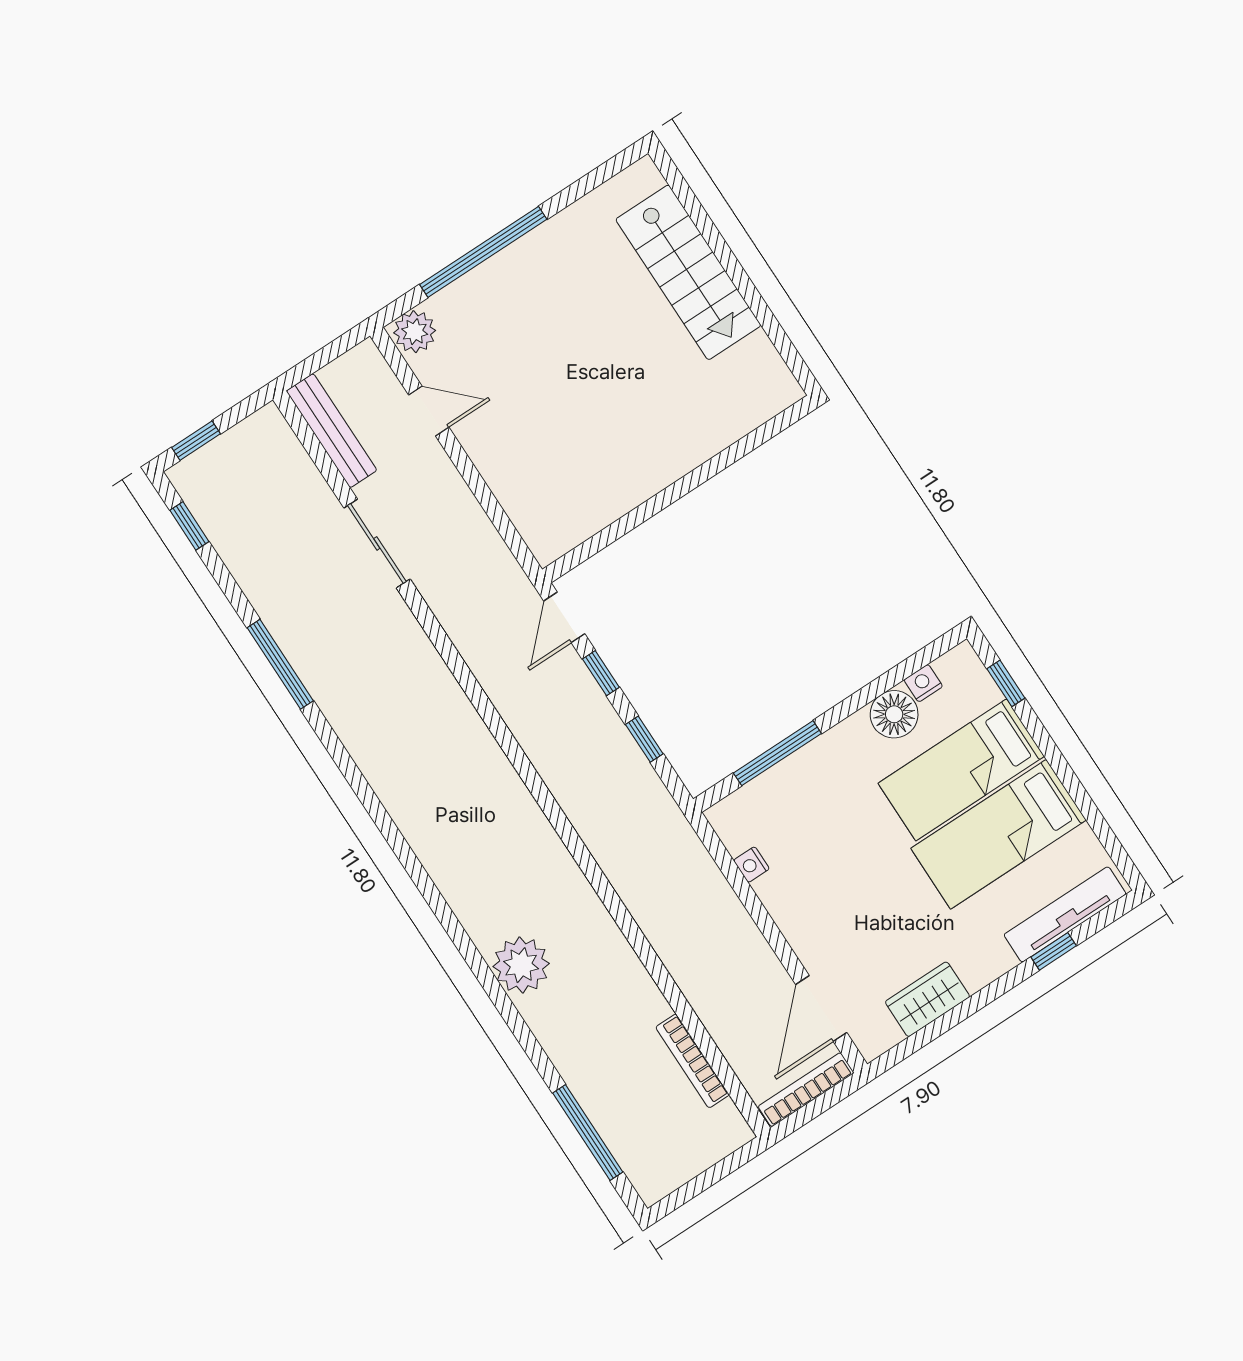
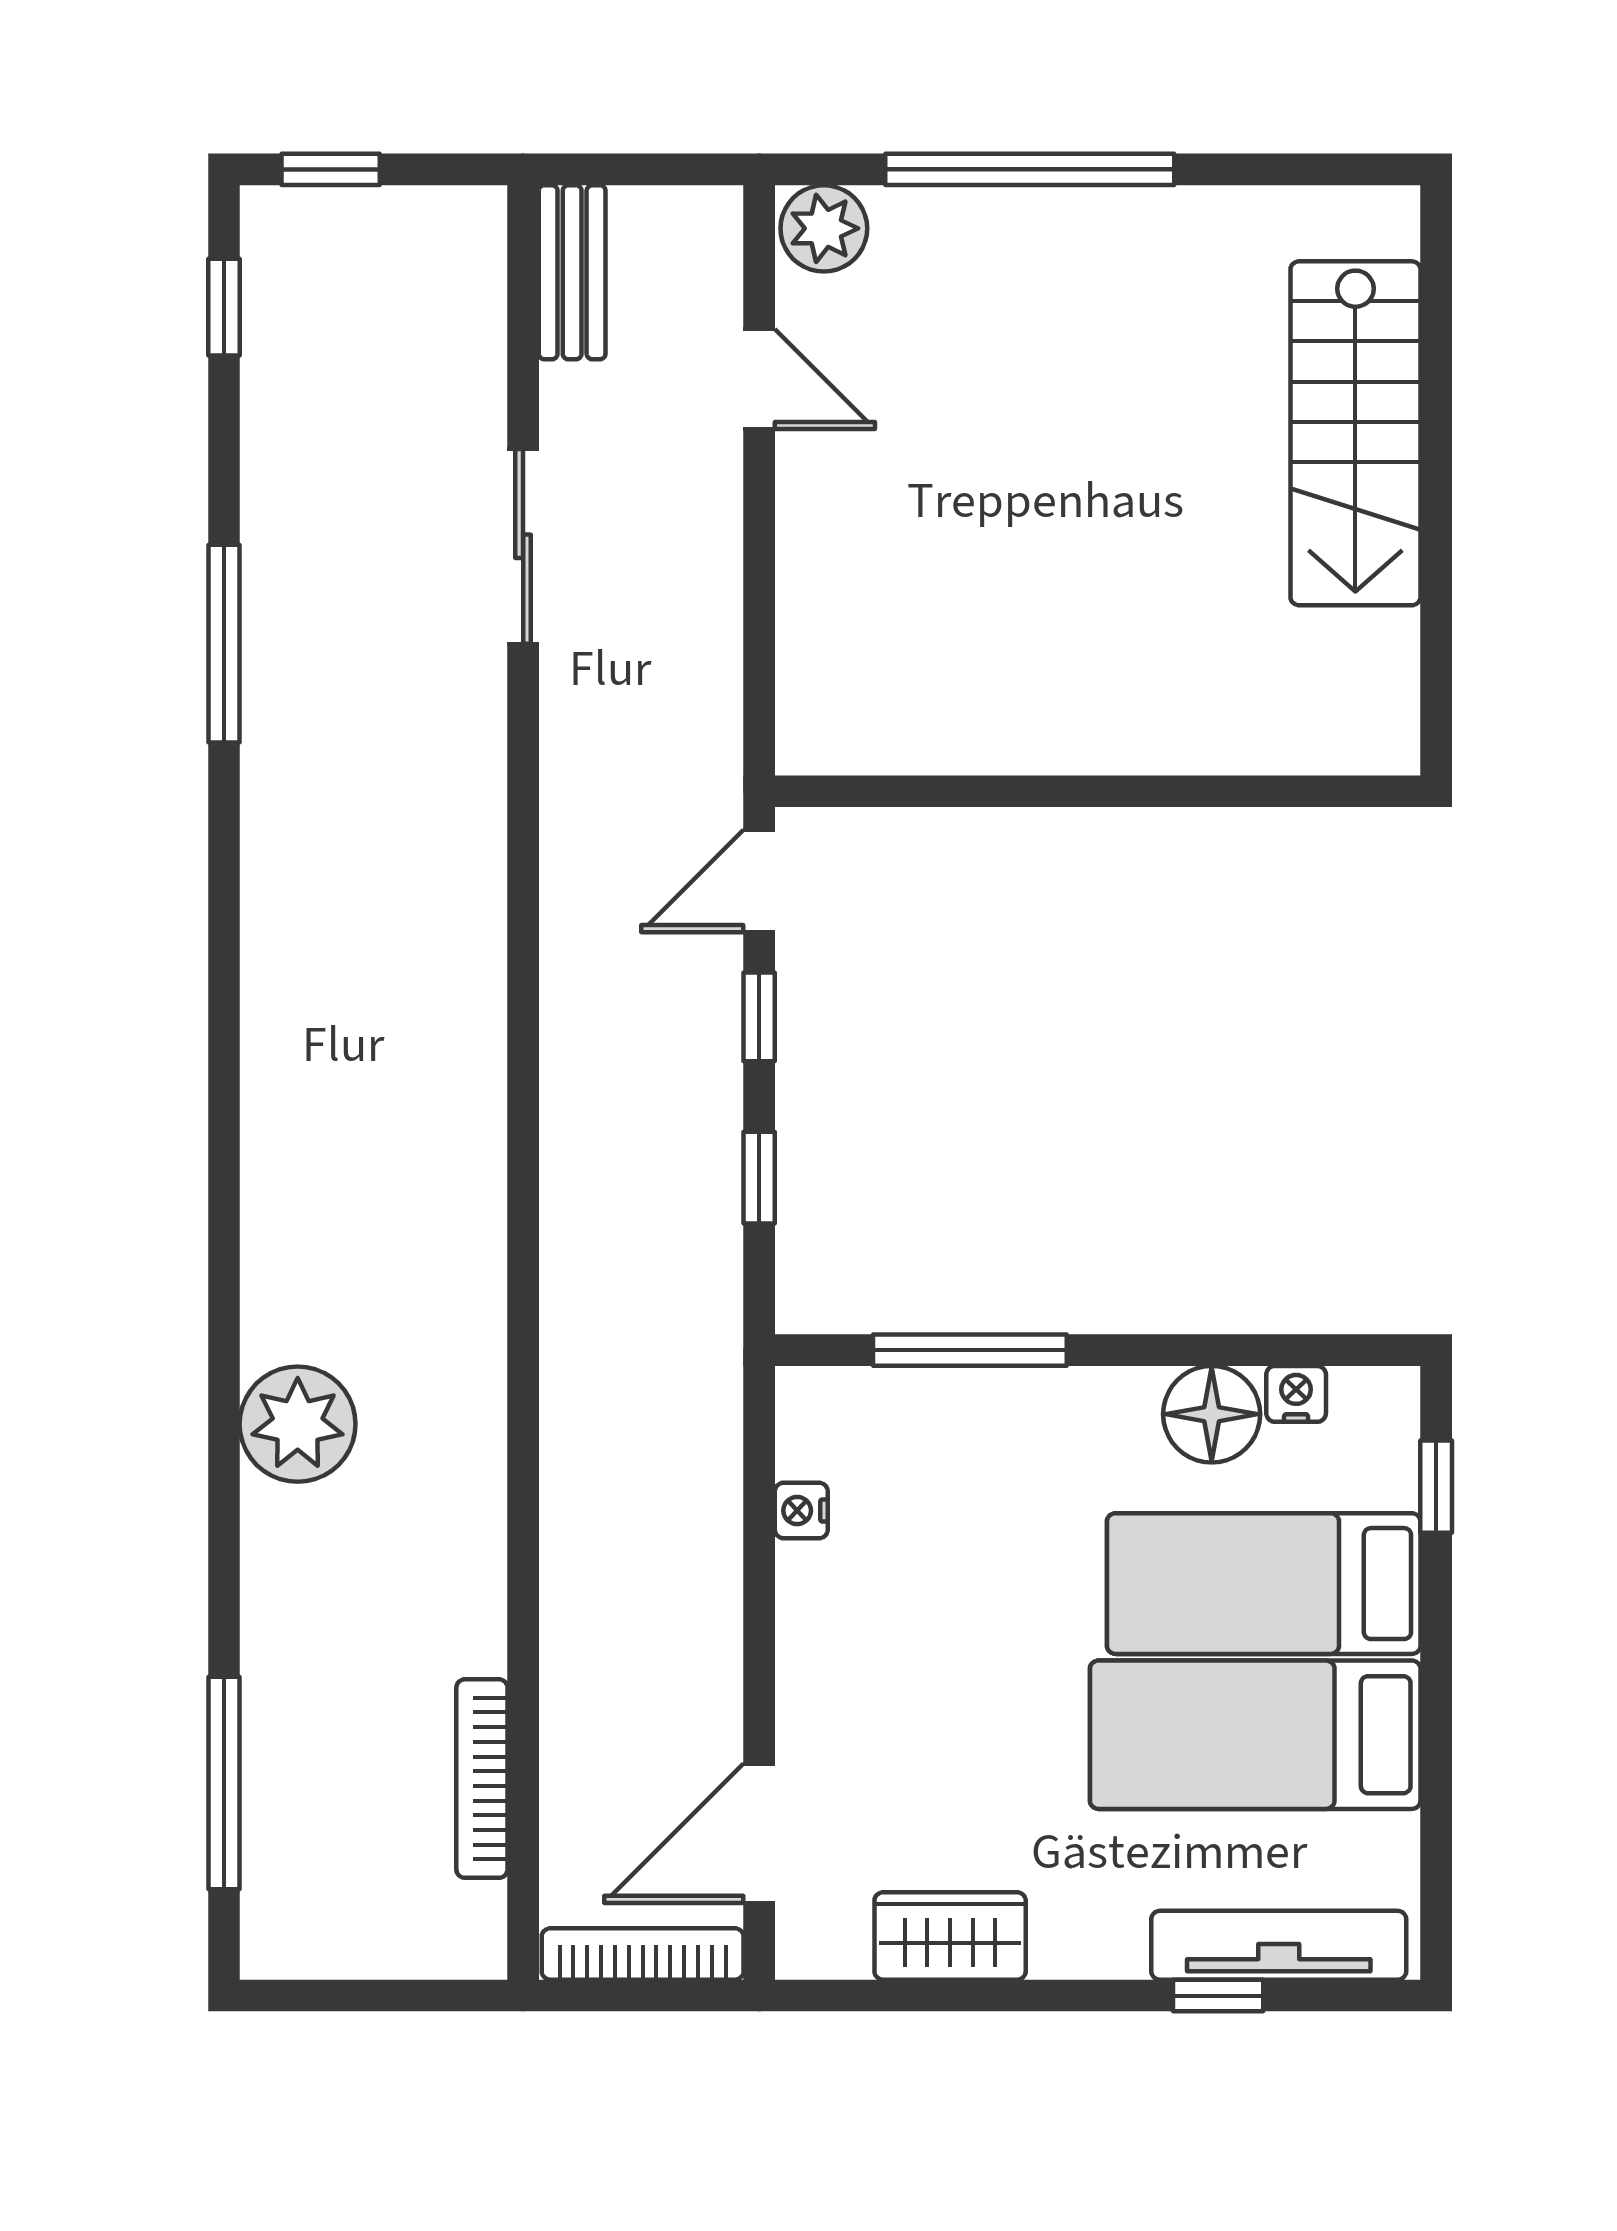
bench: (332, 431) -> (572, 272), width x0.73

